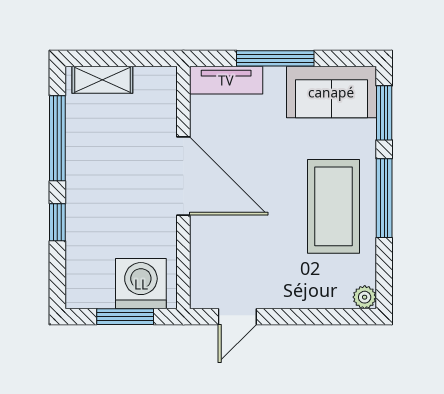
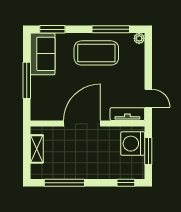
shelving: (102, 80) -> (37, 149), moved
tv unit: (226, 80) -> (127, 114), moved, turned -90
window: (384, 198) -> (111, 29), moved
window: (57, 222) -> (126, 183), moved

